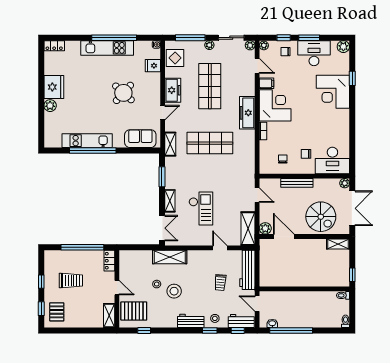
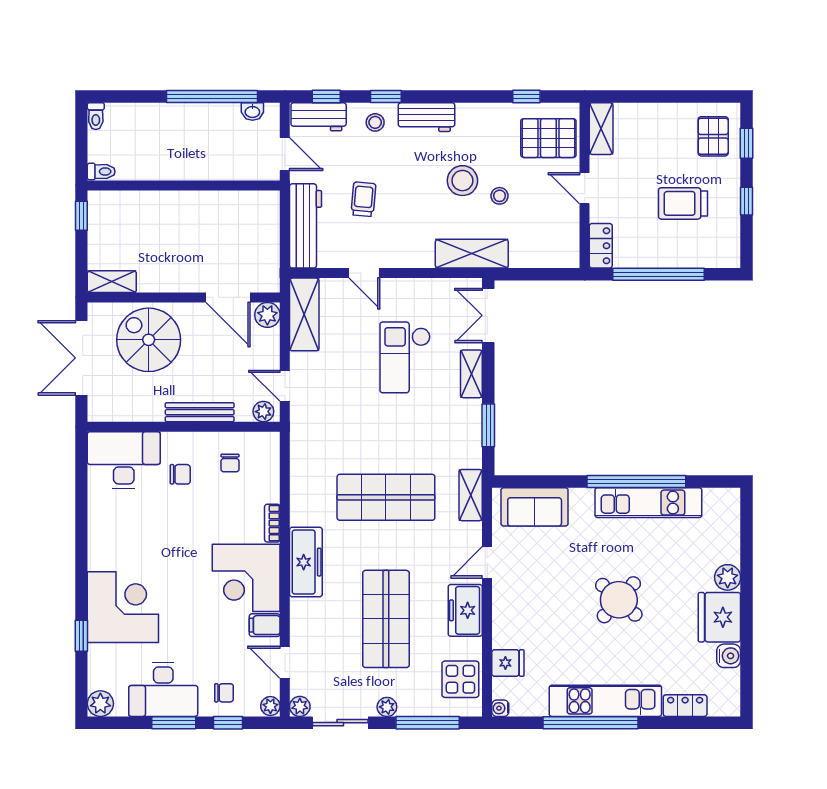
locker: (54, 46) -> (685, 706), moved
water cooler: (50, 69) -> (729, 656), added
round table: (123, 93) -> (619, 600), moved
plant: (345, 183) -> (263, 412), moved

